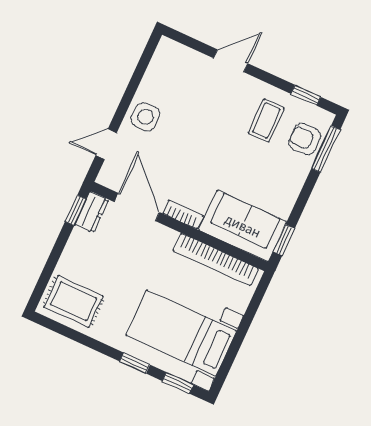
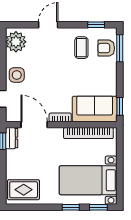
plant: (168, 64) -> (16, 42), added

